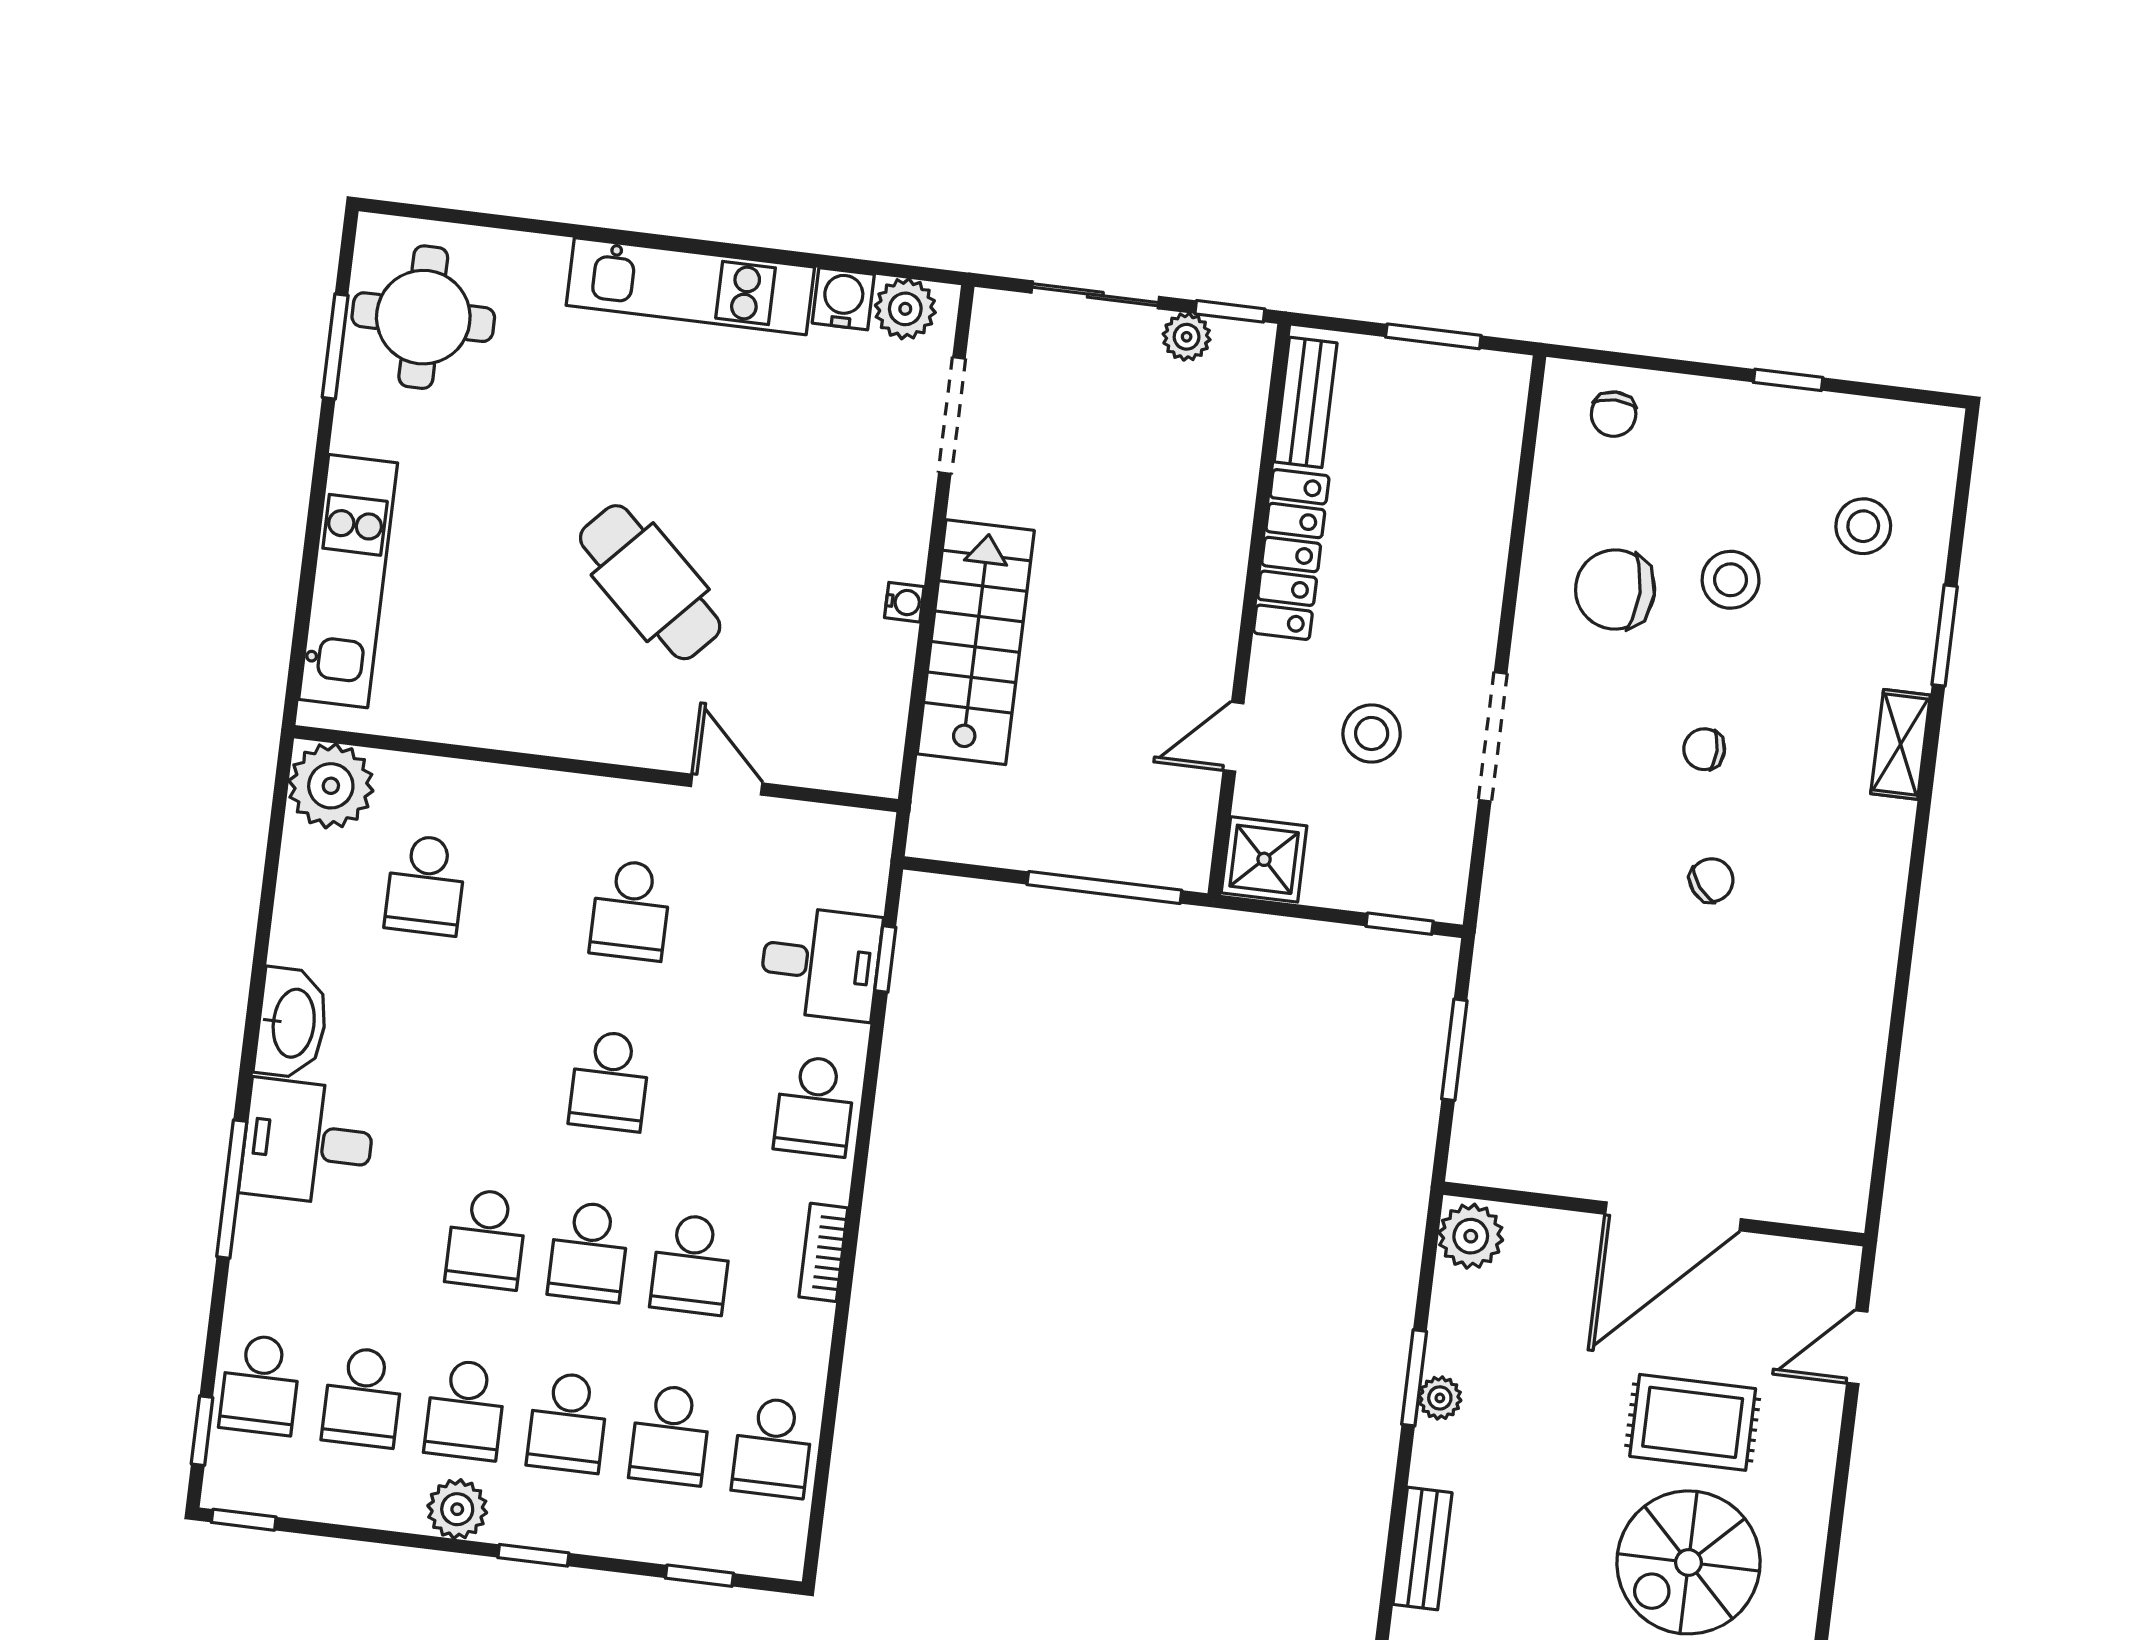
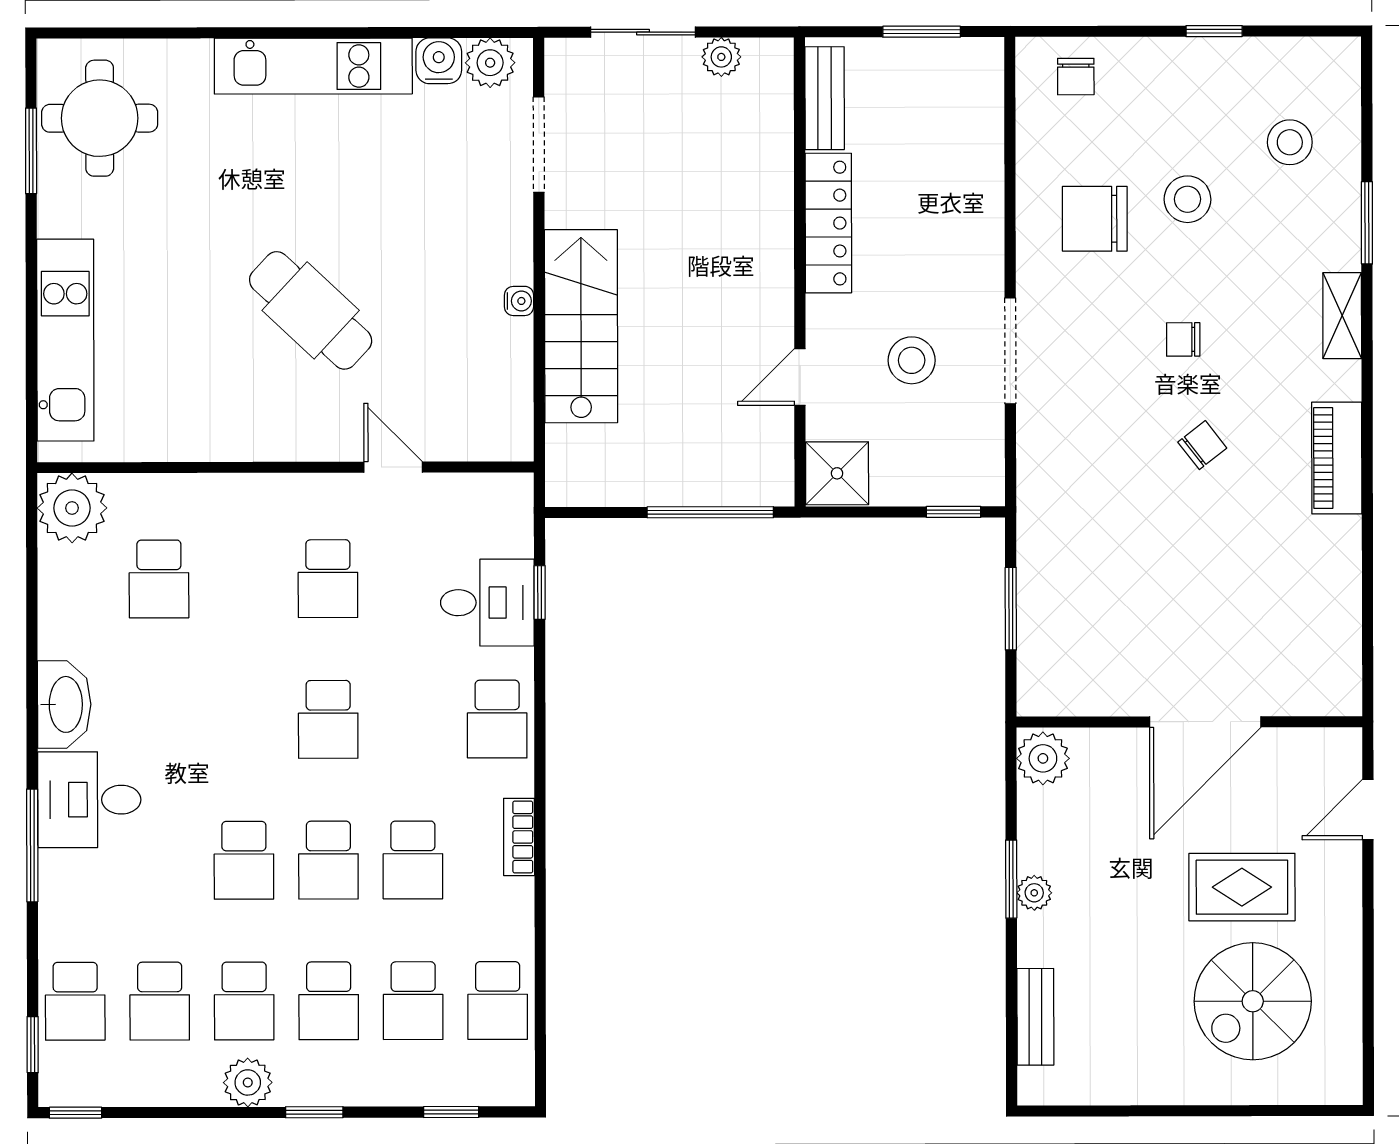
window: (1230, 311) -> (754, 32), removed
piano: (1873, 916) -> (1337, 458), added

